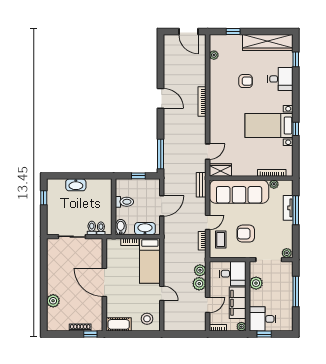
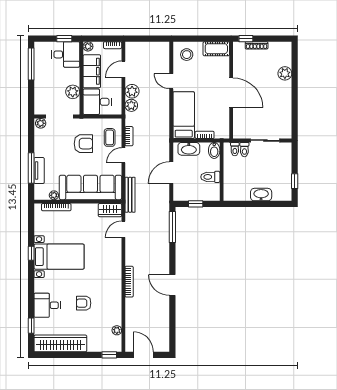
window: (233, 31) -> (109, 355), moved
bench: (201, 185) -> (130, 195), width x1.36
window: (296, 291) -> (31, 64), moved

